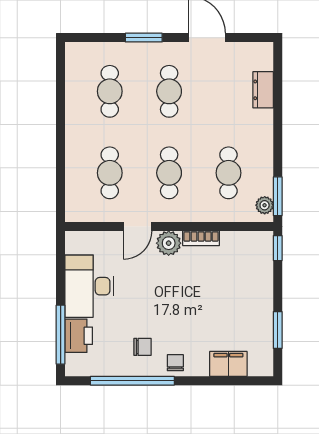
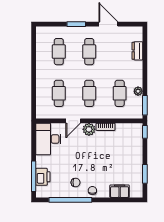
plant: (265, 205) -> (138, 91), moved
desk: (89, 286) -> (48, 139), moved

